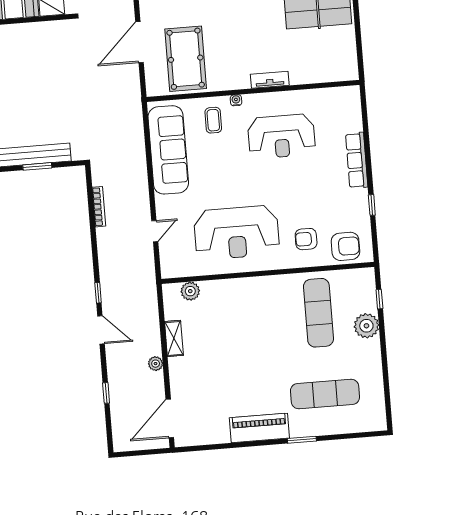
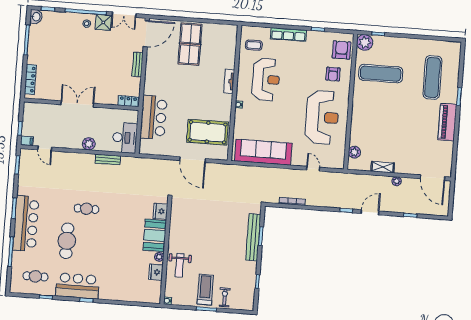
coffee table: (213, 120) -> (254, 45), moved
plant: (366, 326) -> (365, 42), moved

